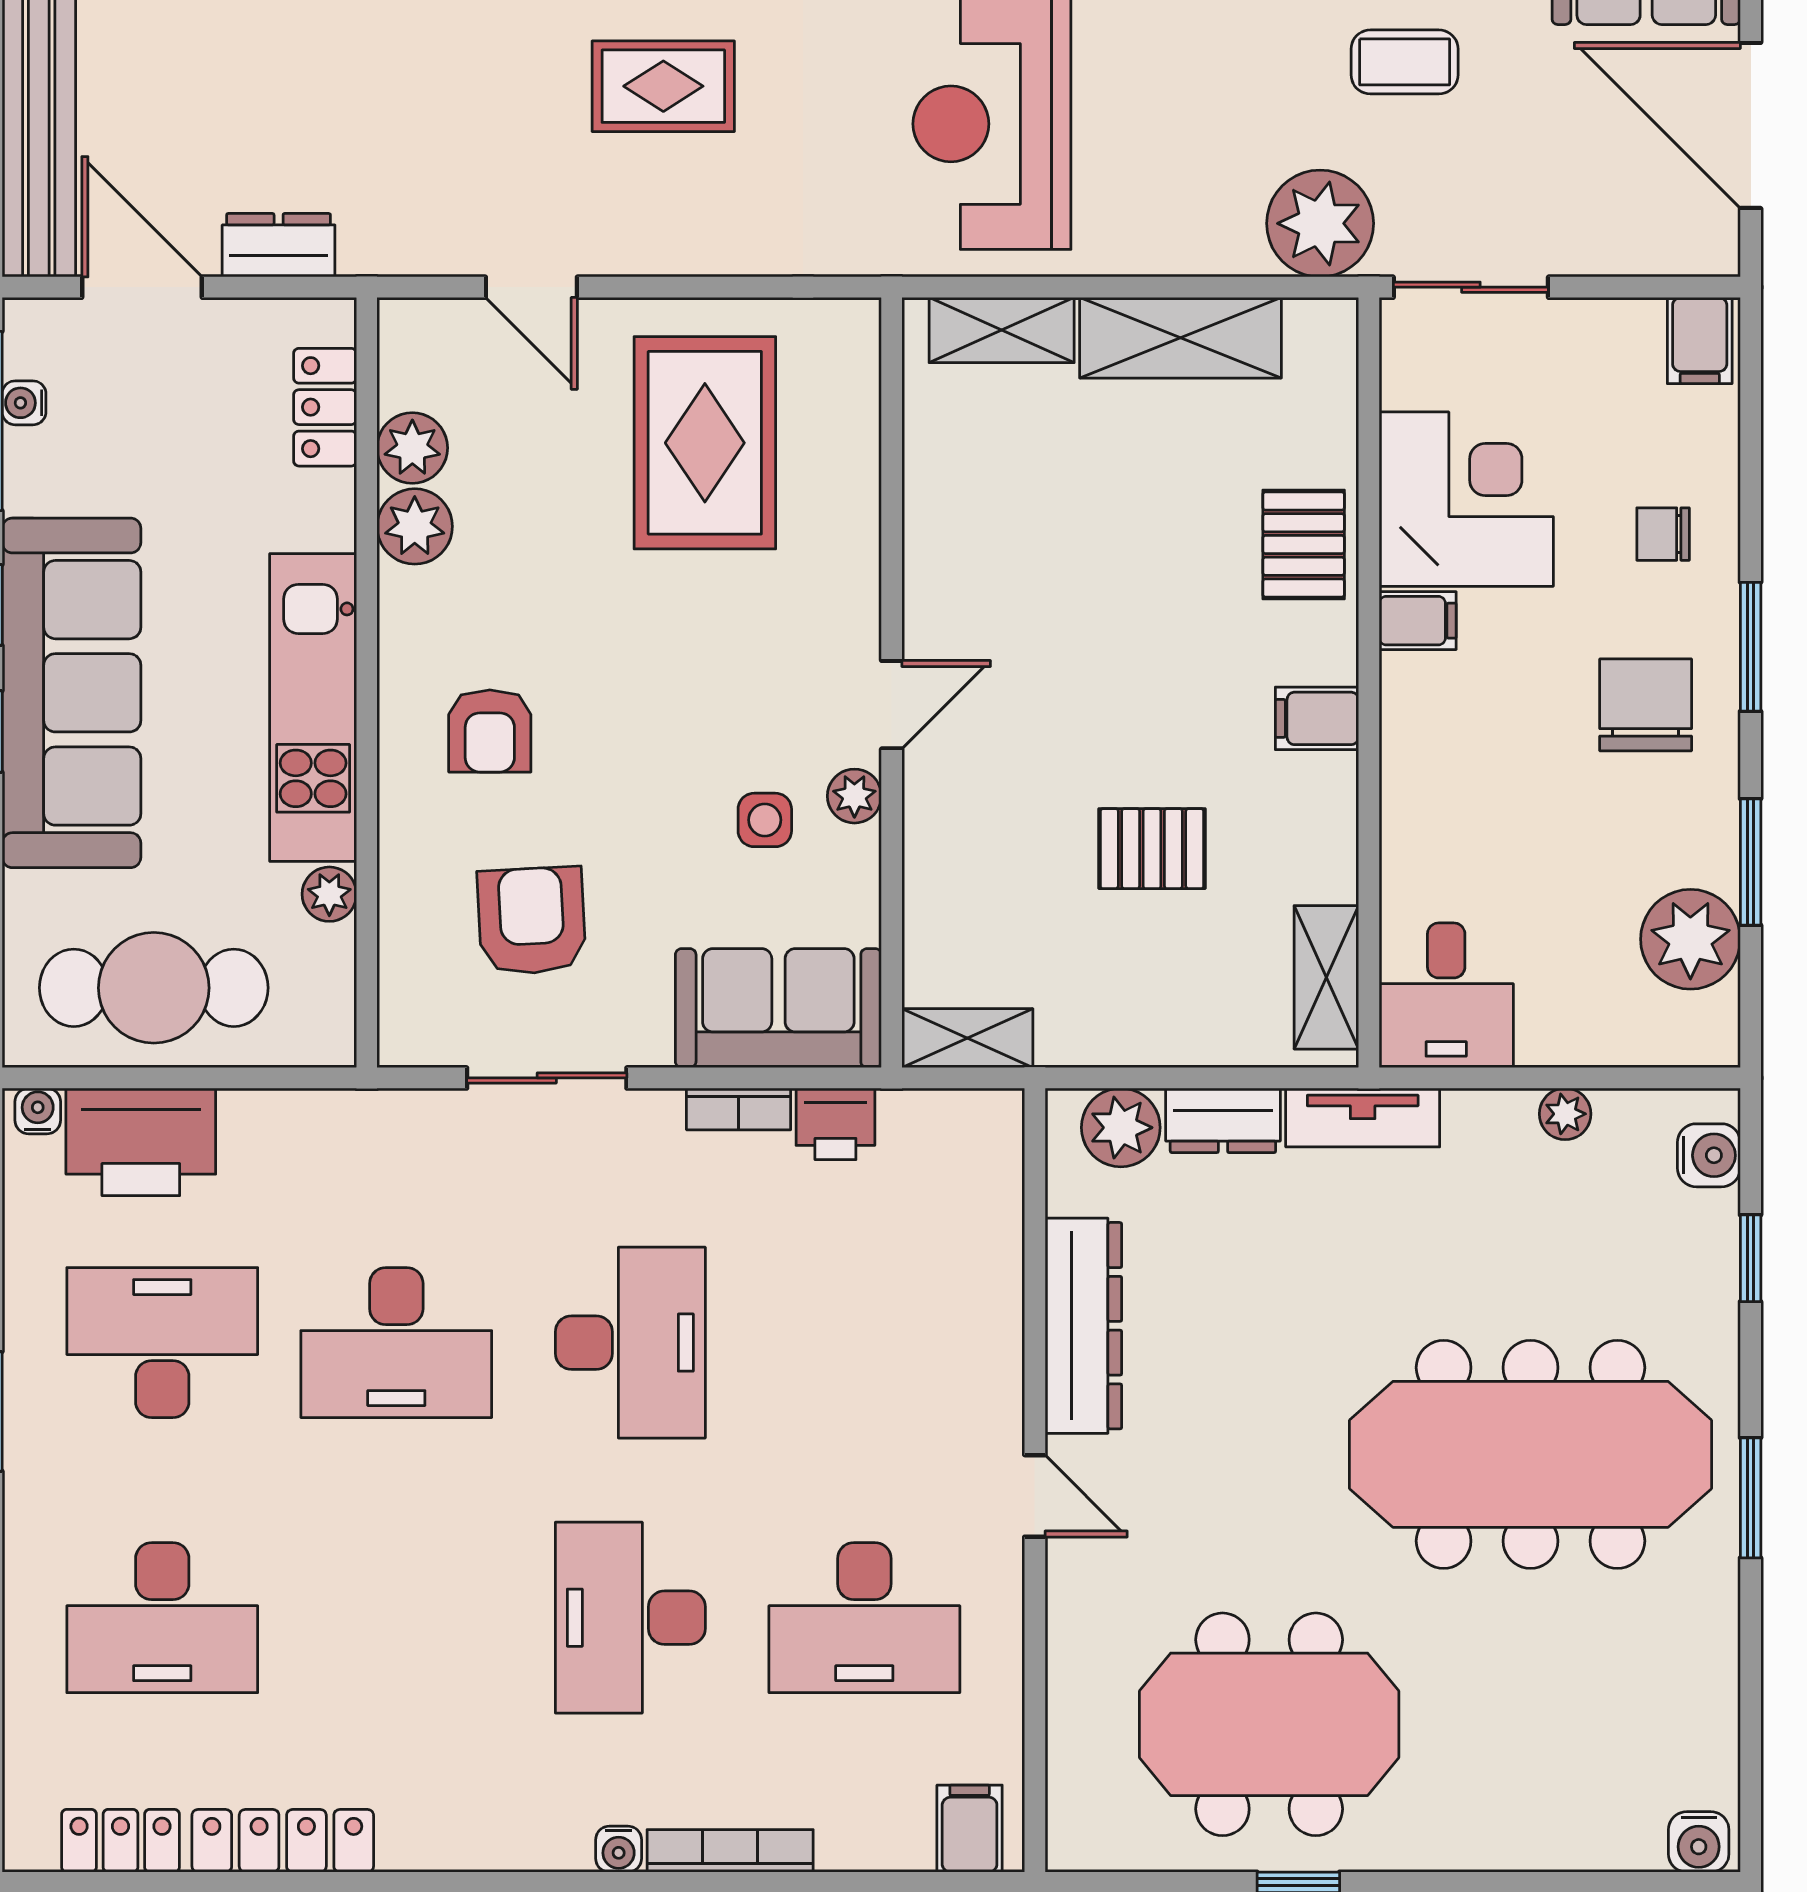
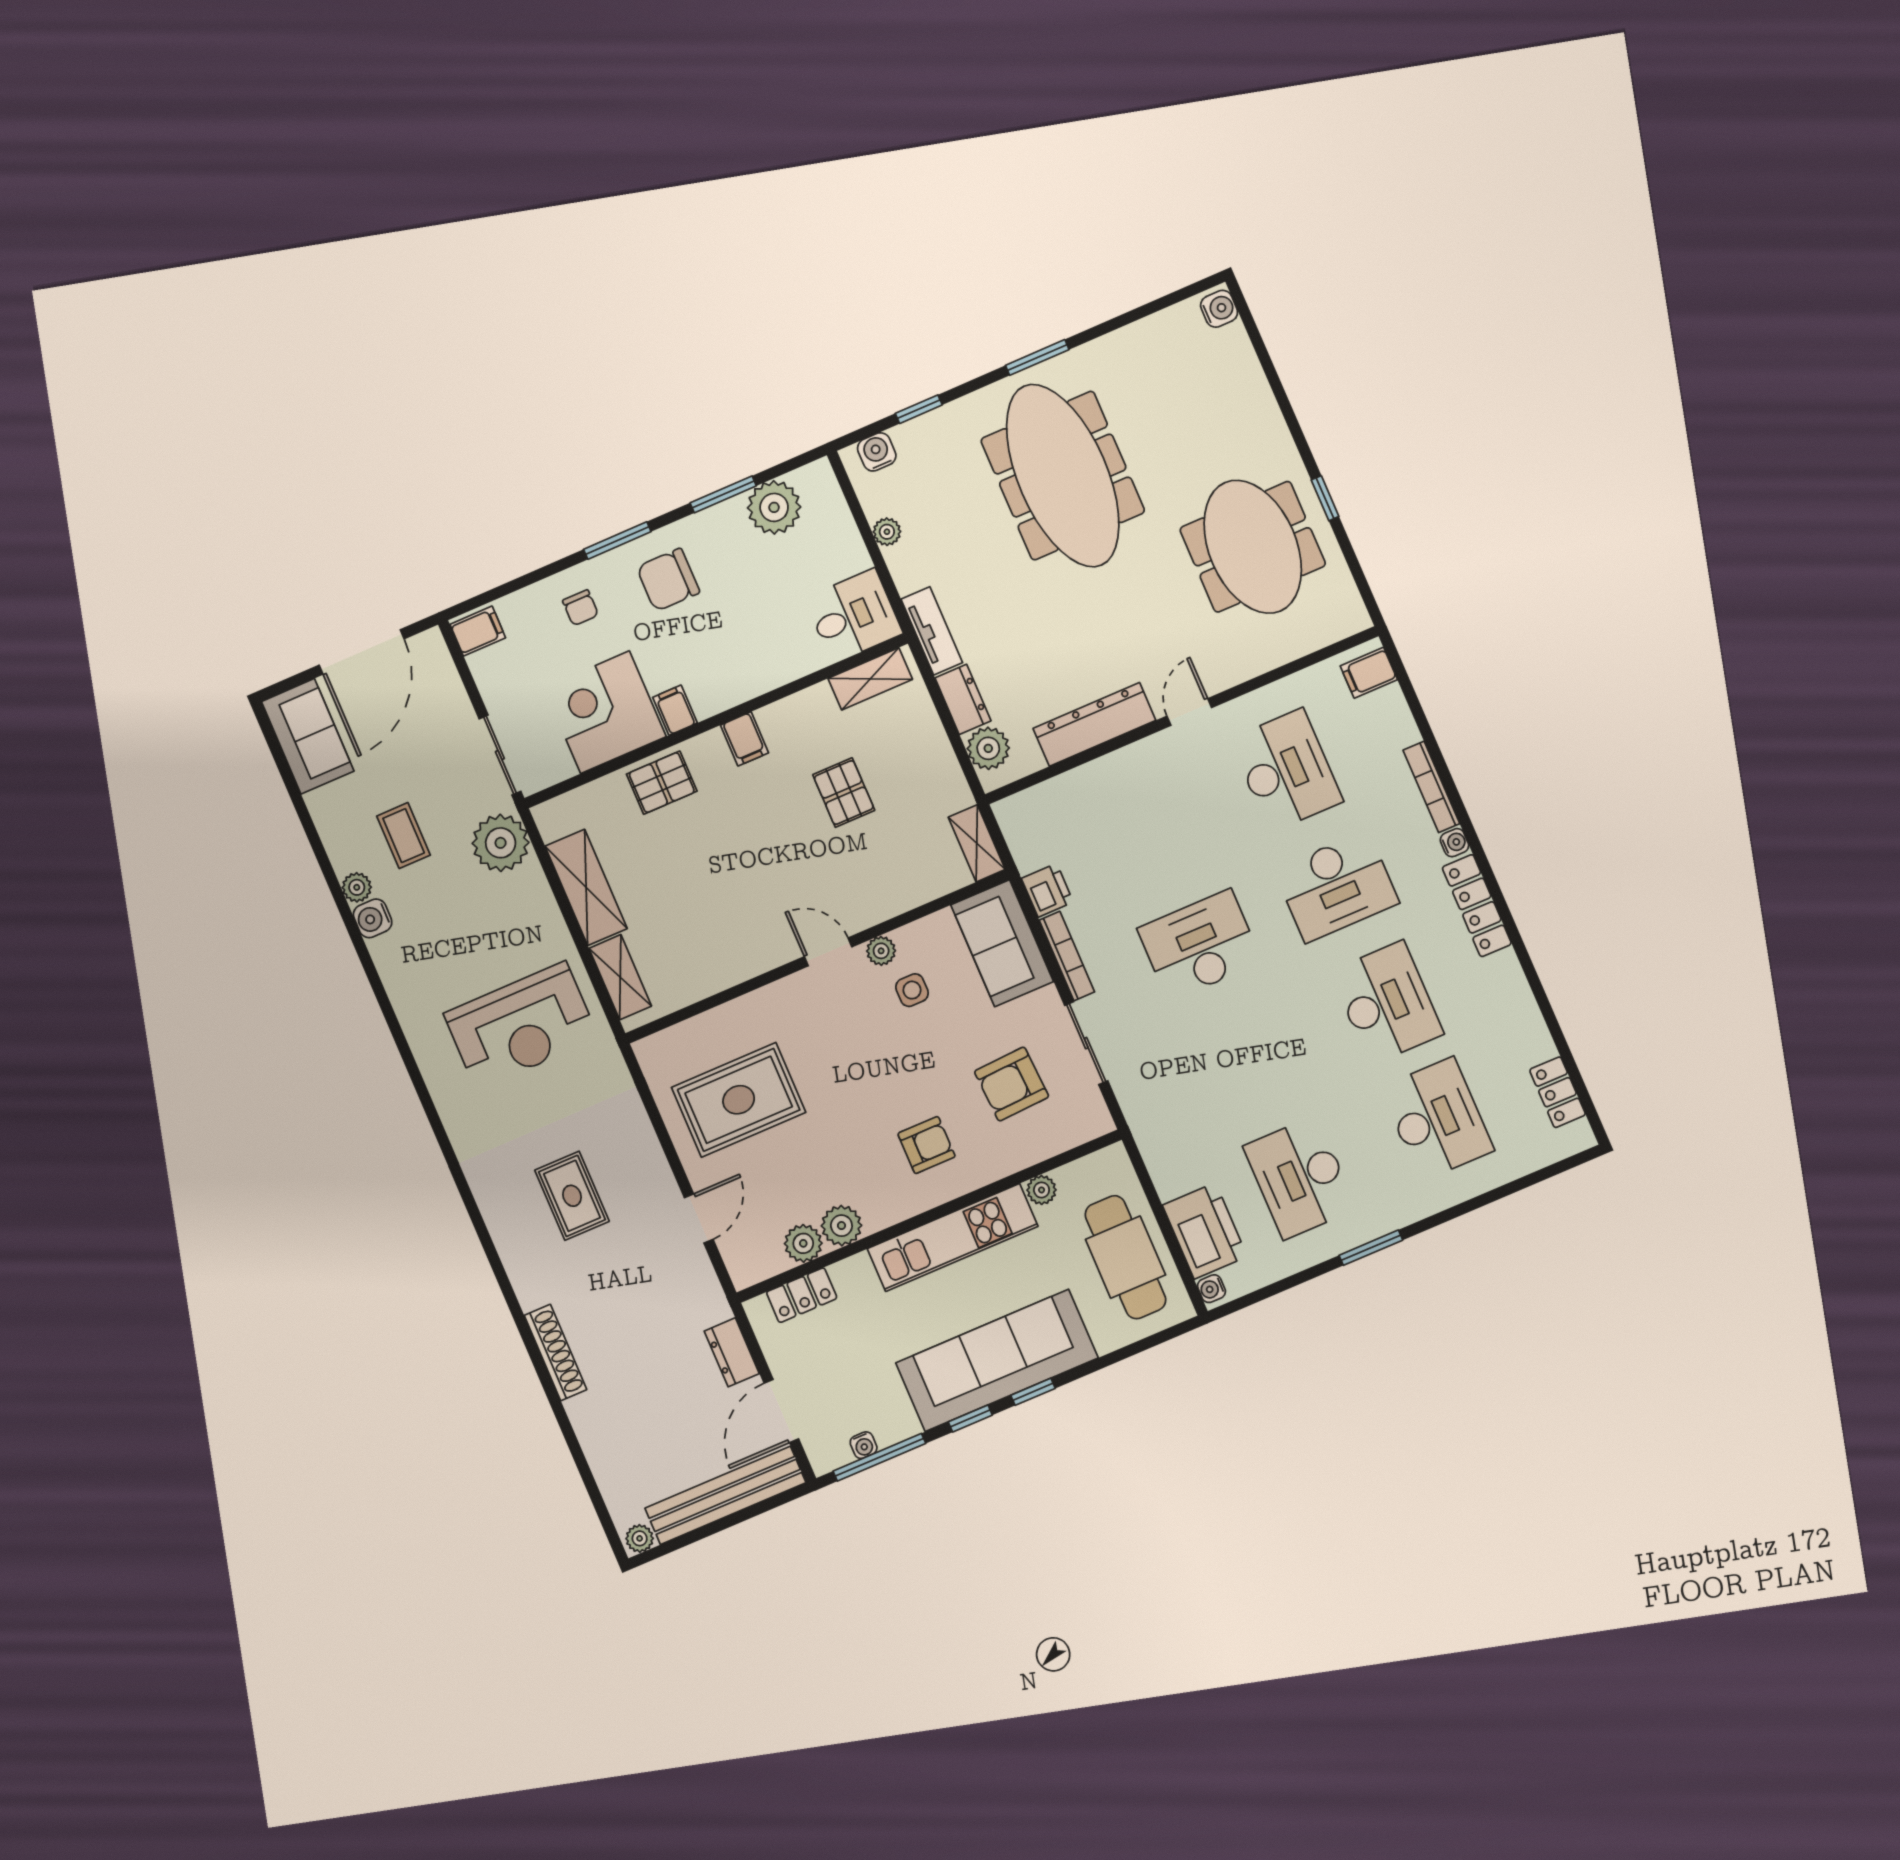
bookcase: (739, 1109) -> (1067, 956), width x1.56
desk: (396, 1343) -> (1387, 1003), moved
locker: (283, 1841) -> (1477, 906), moved

